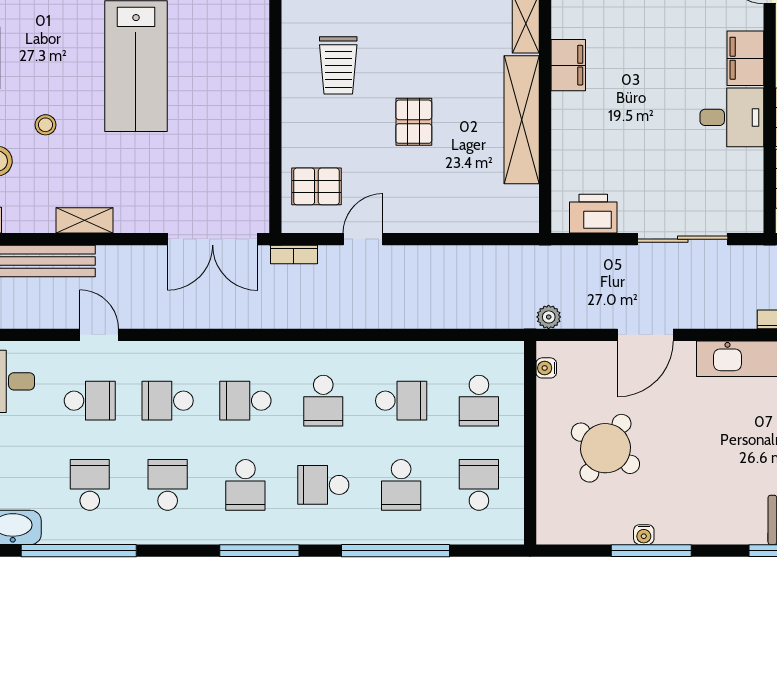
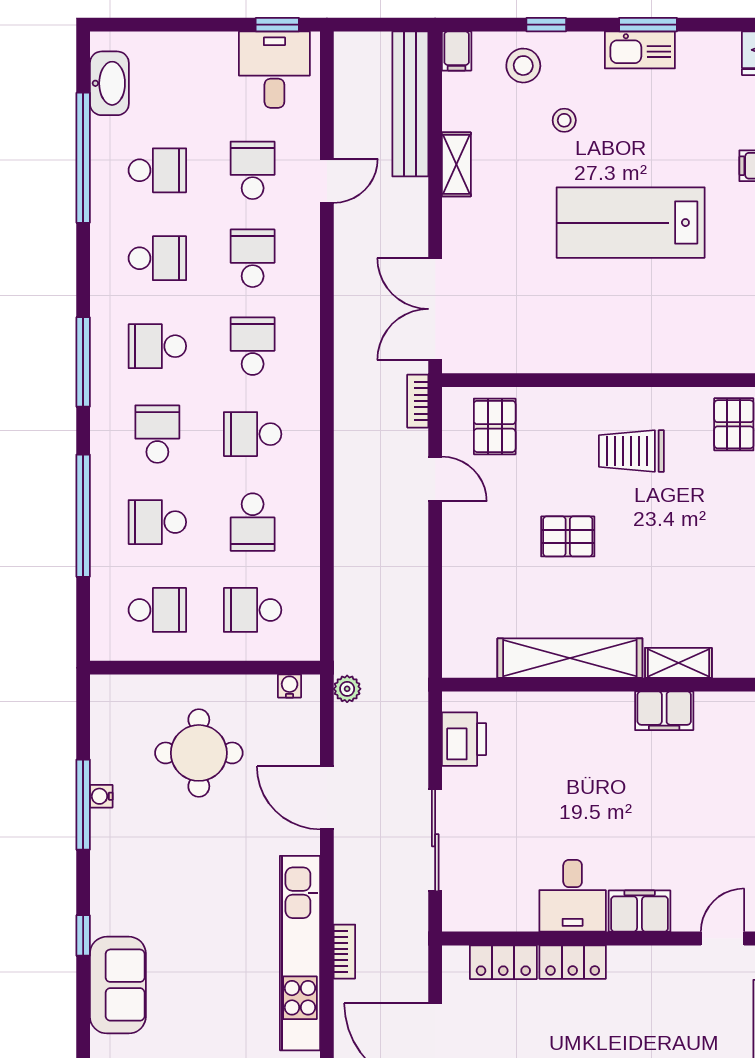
filing cabinet: (568, 65) -> (664, 711), moved
school desk: (90, 401) -> (253, 170), turned 180
round table: (605, 448) -> (199, 753), turned -33

